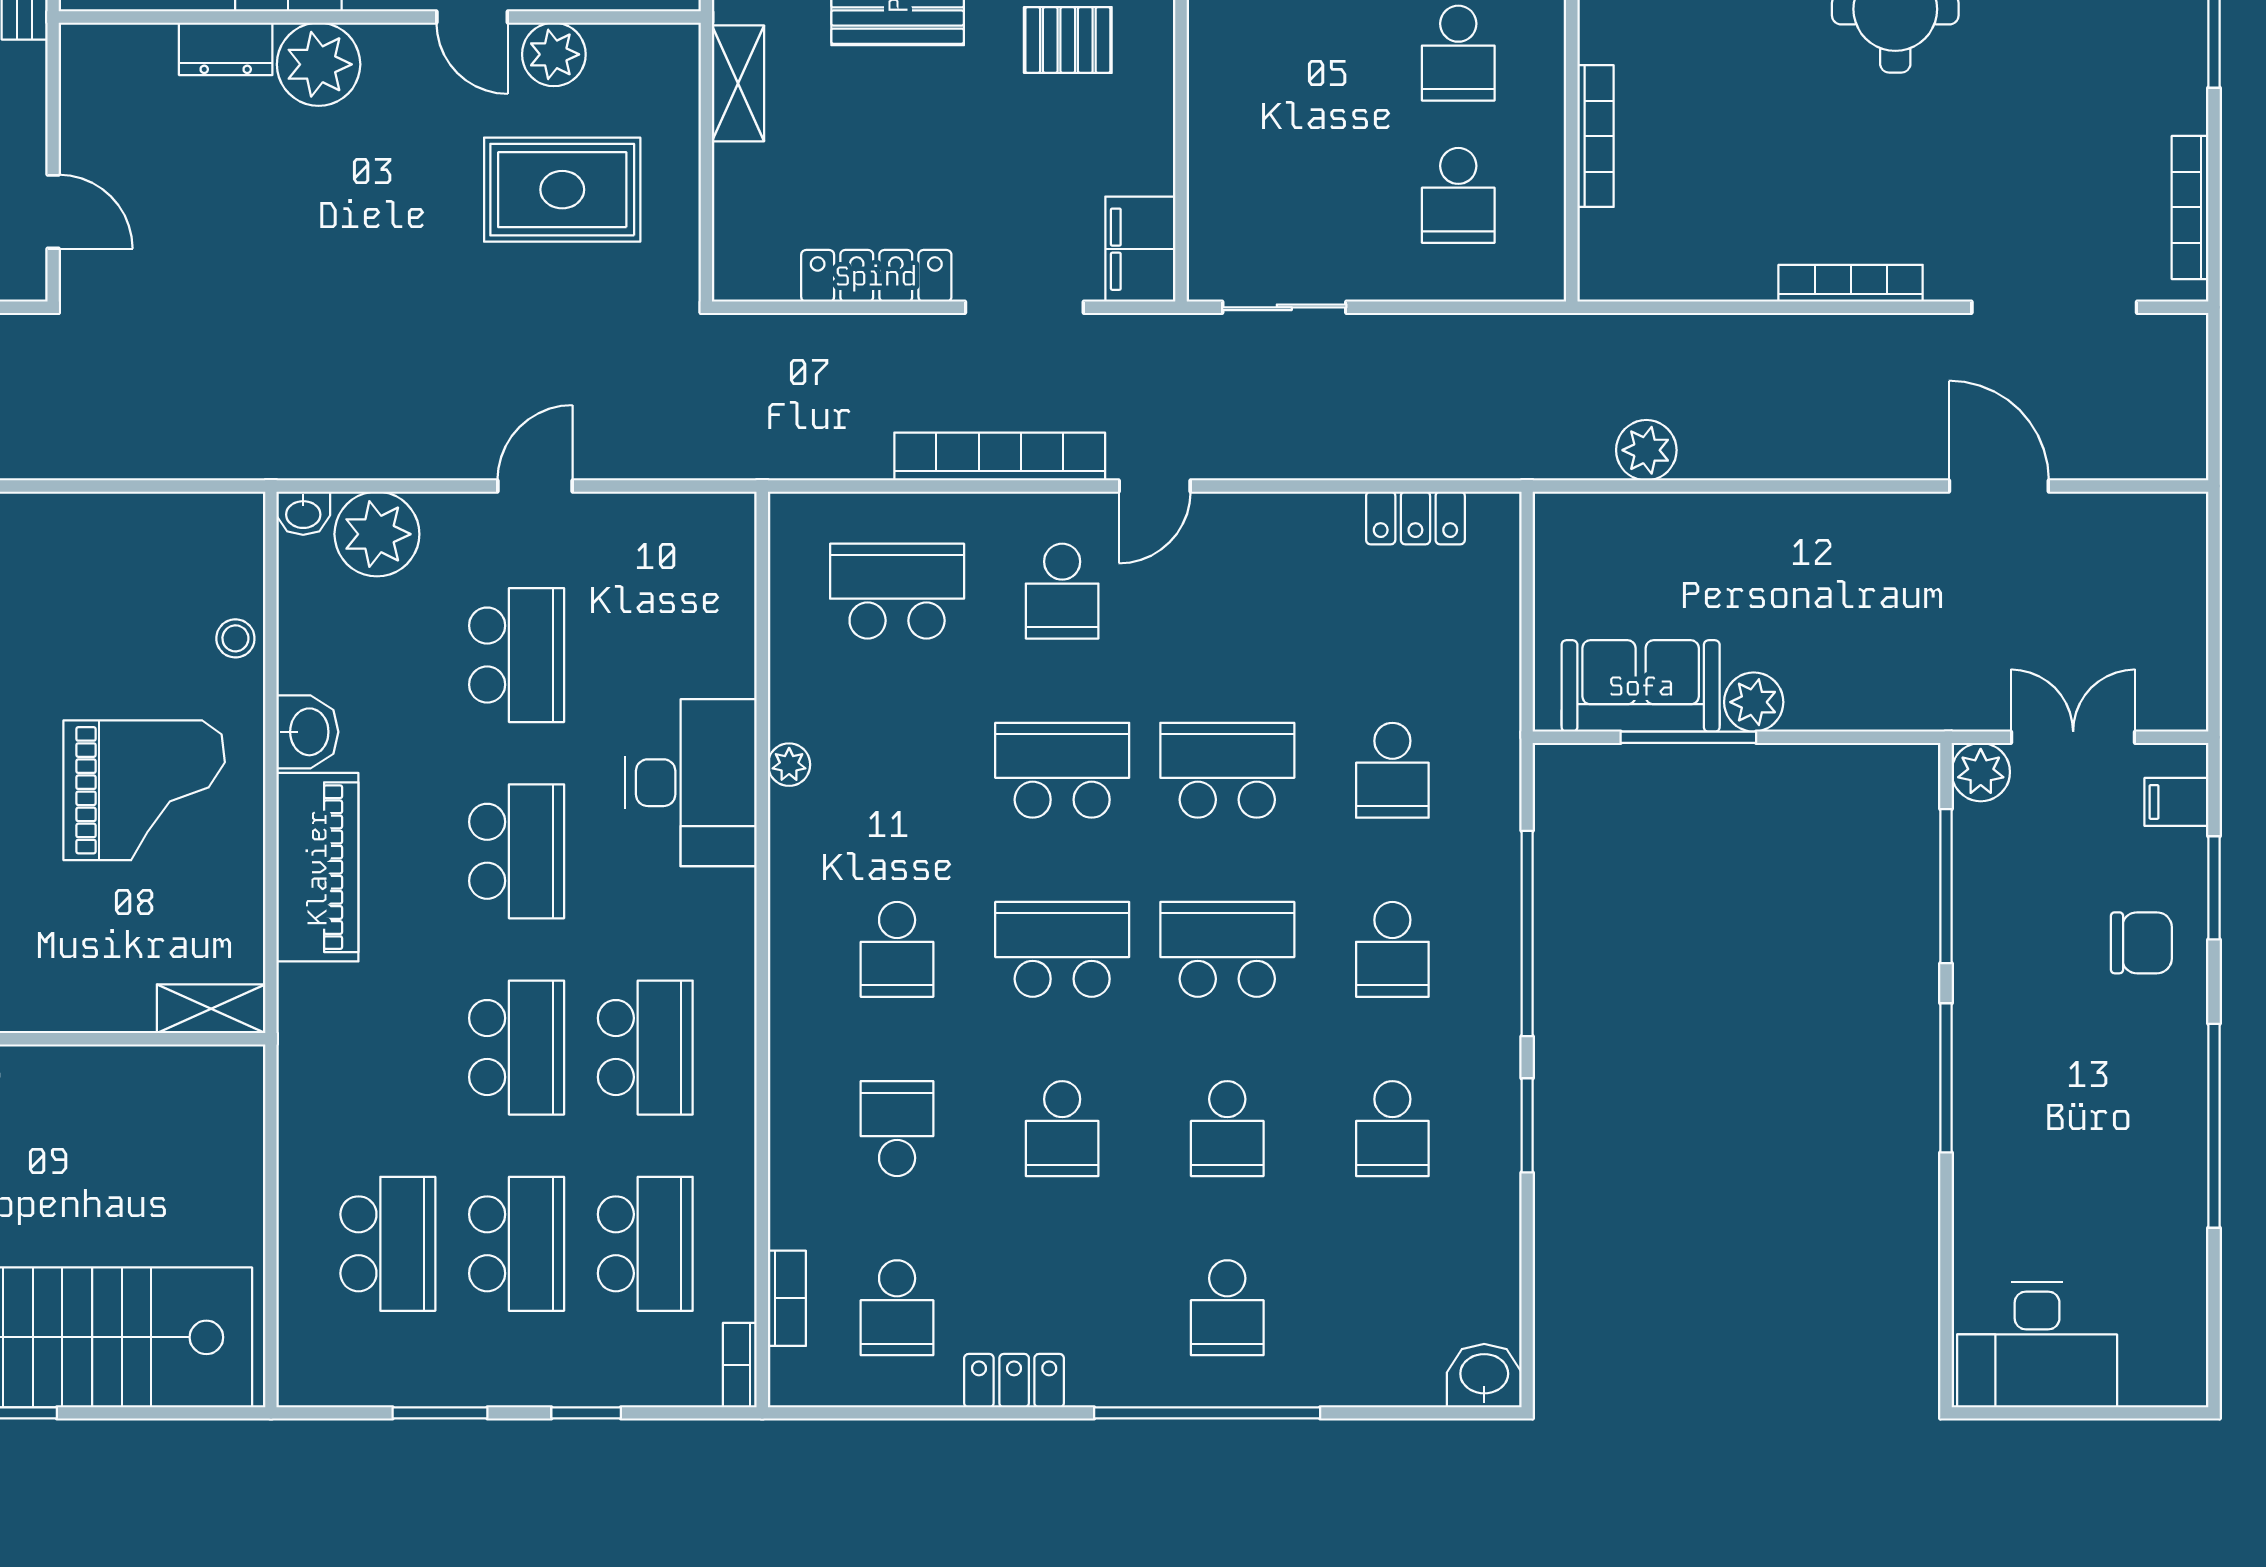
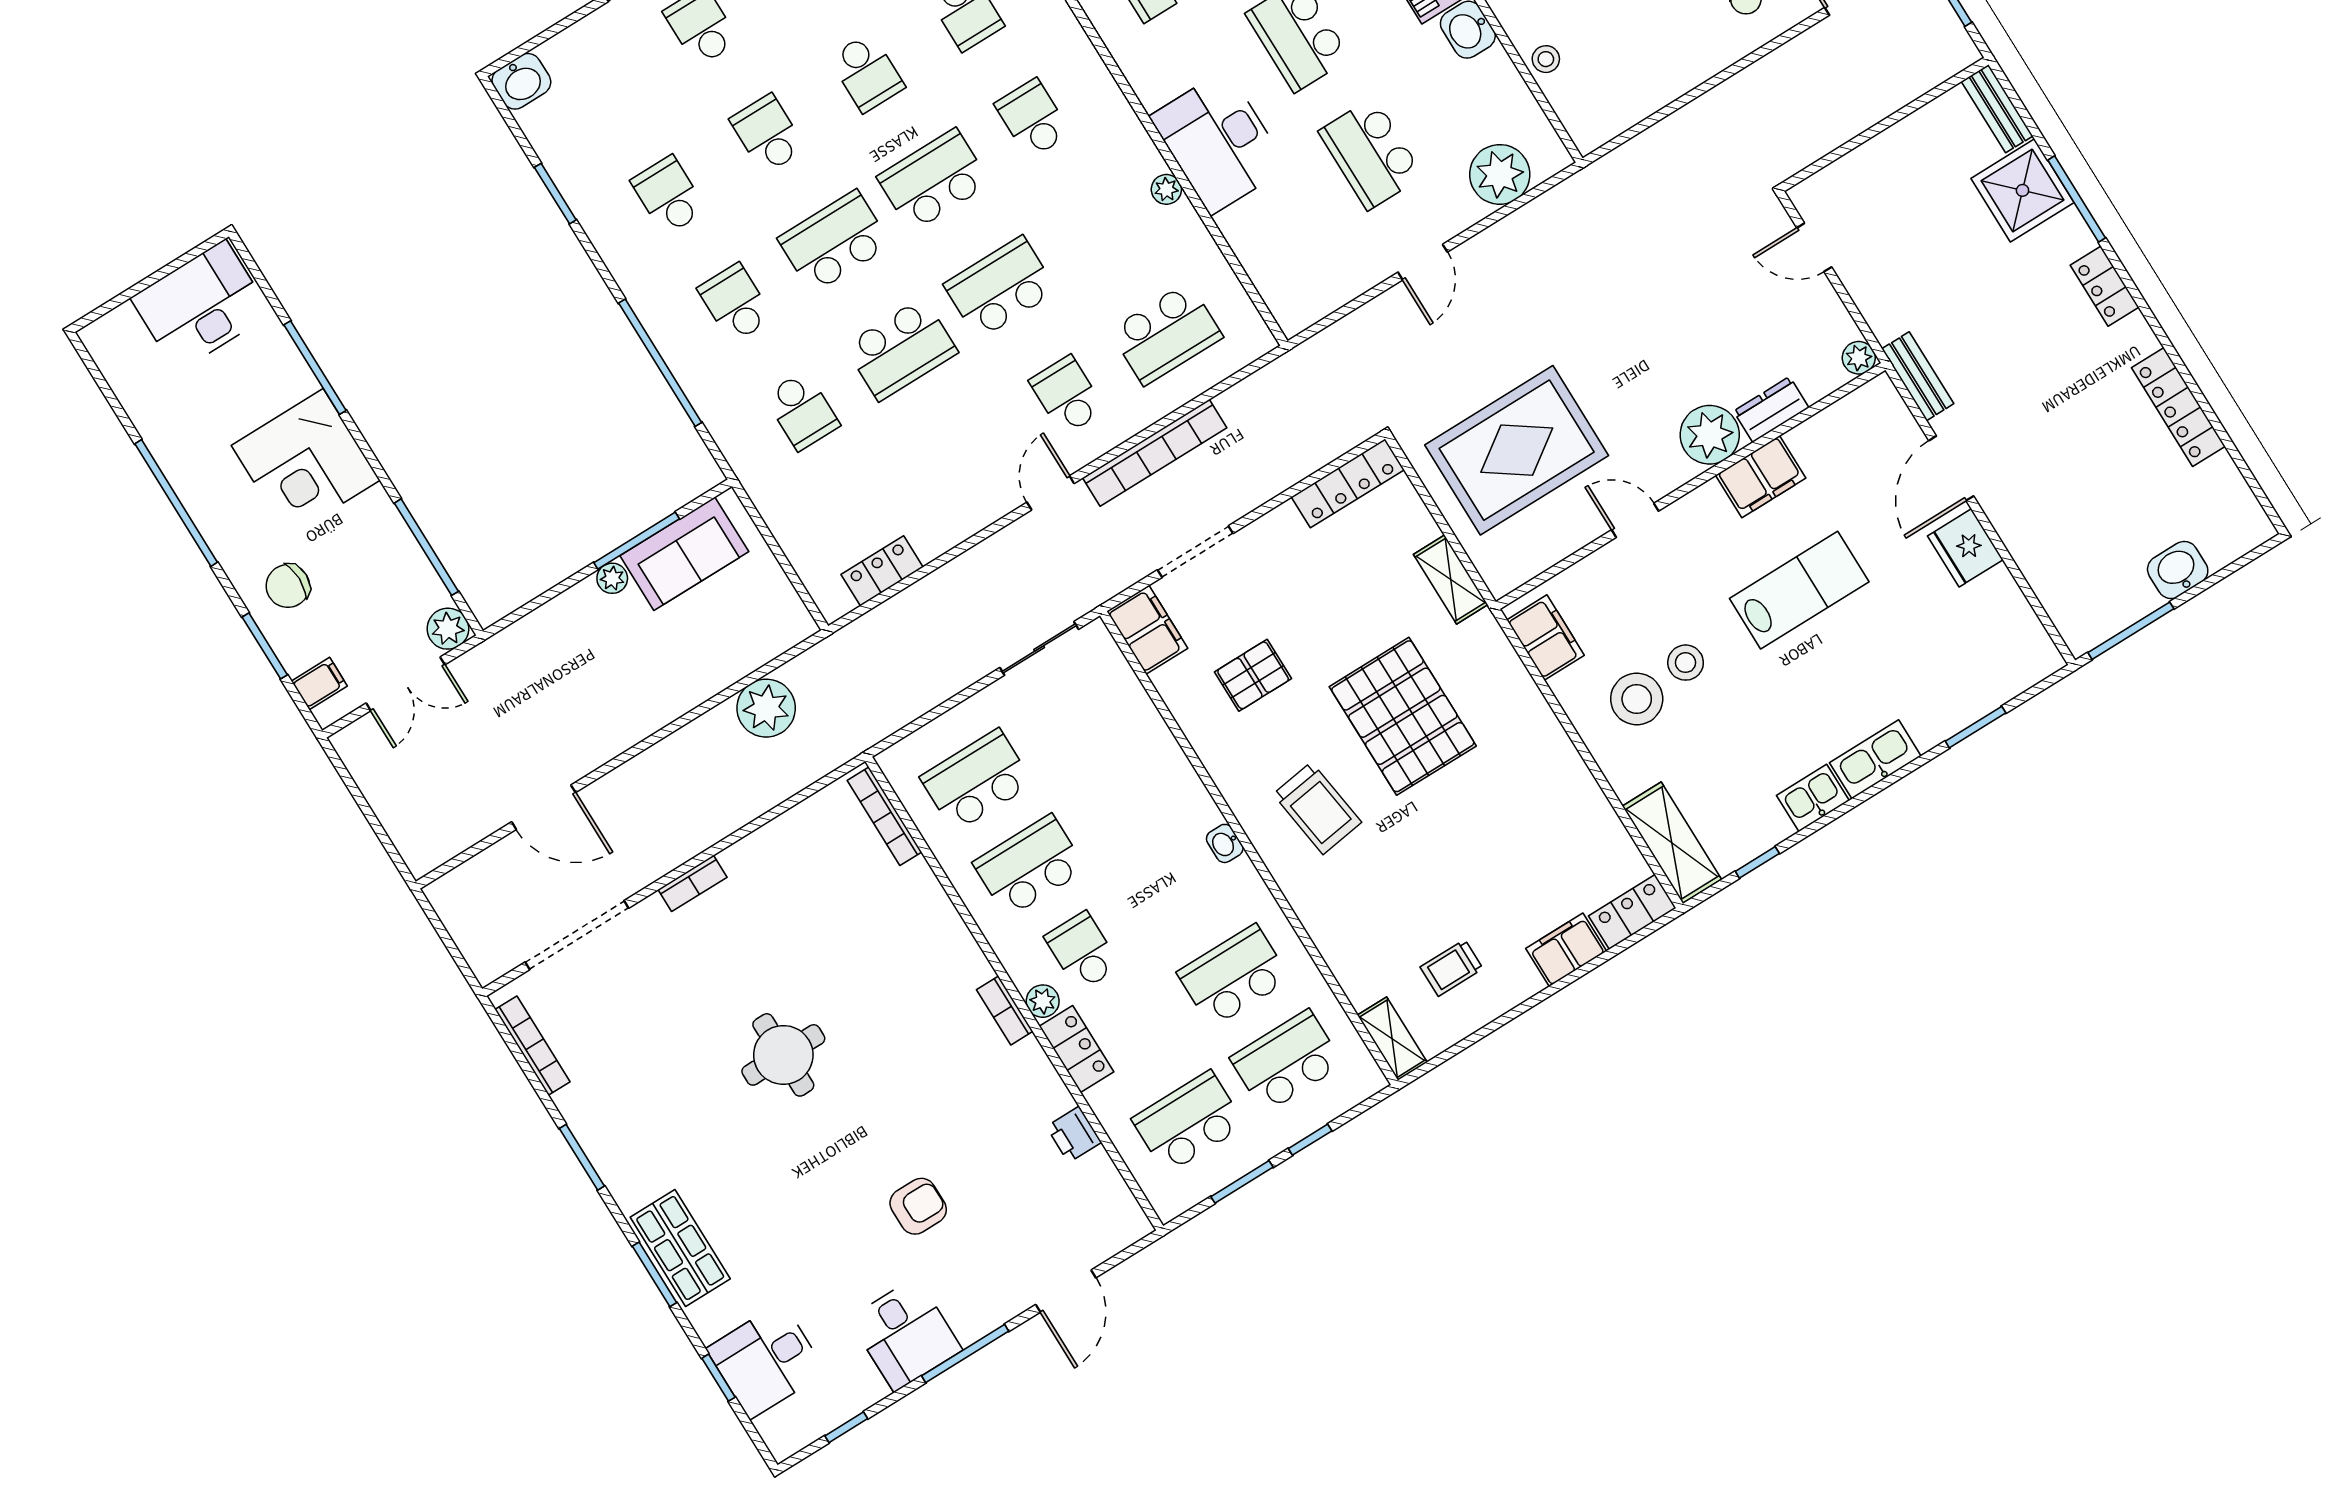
pallet: (1068, 40) -> (1253, 675), moved
school desk: (1458, 53) -> (1029, 866), width x1.85
plant: (554, 54) -> (1859, 358), moved, width x0.73, depth x0.73
bookcase: (1596, 136) -> (884, 816), moved
rug: (562, 190) -> (1517, 450), width x1.37, depth x1.44
school desk: (1458, 195) -> (976, 780), width x1.85
locker: (876, 276) -> (1348, 483), moved
bookcase: (1851, 283) -> (692, 883), width x0.64
plant: (1646, 450) -> (766, 708), width x1.36, depth x1.36
washbasin: (303, 513) -> (1552, 159), removed
plant: (1754, 702) -> (612, 578), width x0.73, depth x0.73
school desk: (1062, 770) -> (1000, 288), turned 180
school desk: (1392, 770) -> (802, 411), turned 180
school desk: (1062, 949) -> (934, 180), turned 180
school desk: (1227, 949) -> (834, 242), turned 180
window: (1946, 1078) -> (315, 368), moved
corner desk: (2028, 1078) -> (306, 463), added
window: (1527, 1125) -> (555, 194), moved
school desk: (1062, 1129) -> (867, 72), turned 180

